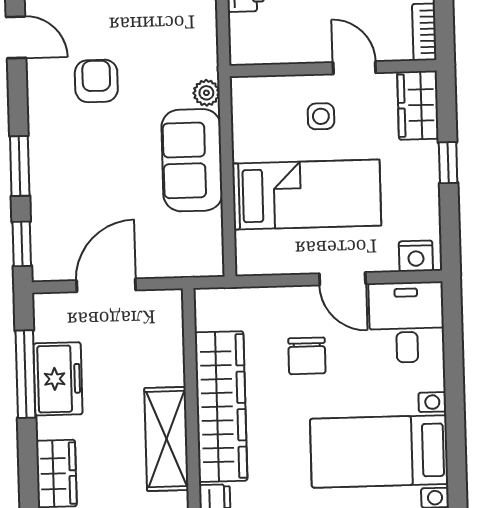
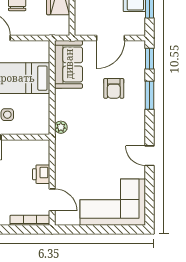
armchair: (96, 81) -> (114, 88), moved
sofa: (192, 160) -> (69, 64), moved

